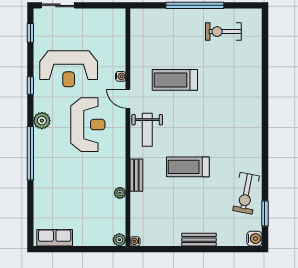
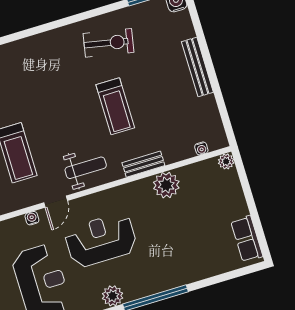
plant: (120, 193) -> (166, 185), width x1.88, depth x1.88
exercise bike: (246, 193) -> (108, 43), moved
bench: (199, 240) -> (197, 67), width x1.36
water cooler: (135, 241) -> (201, 148), moved

